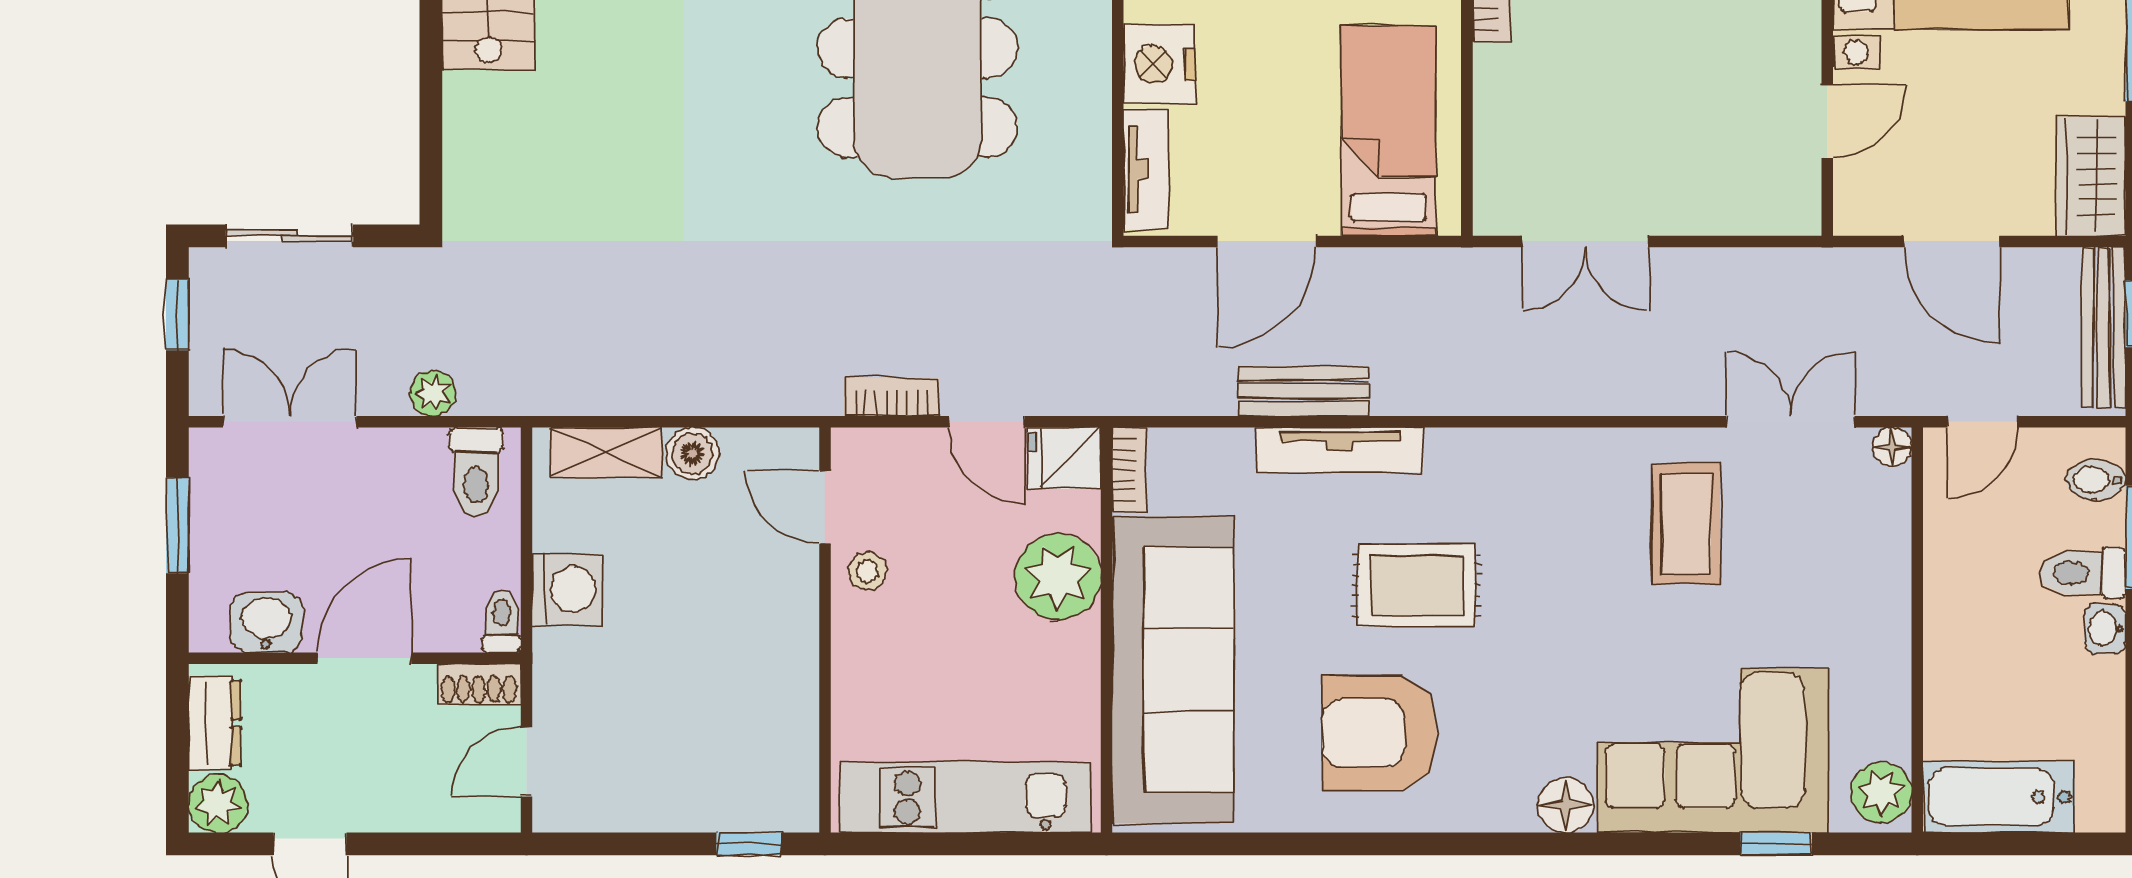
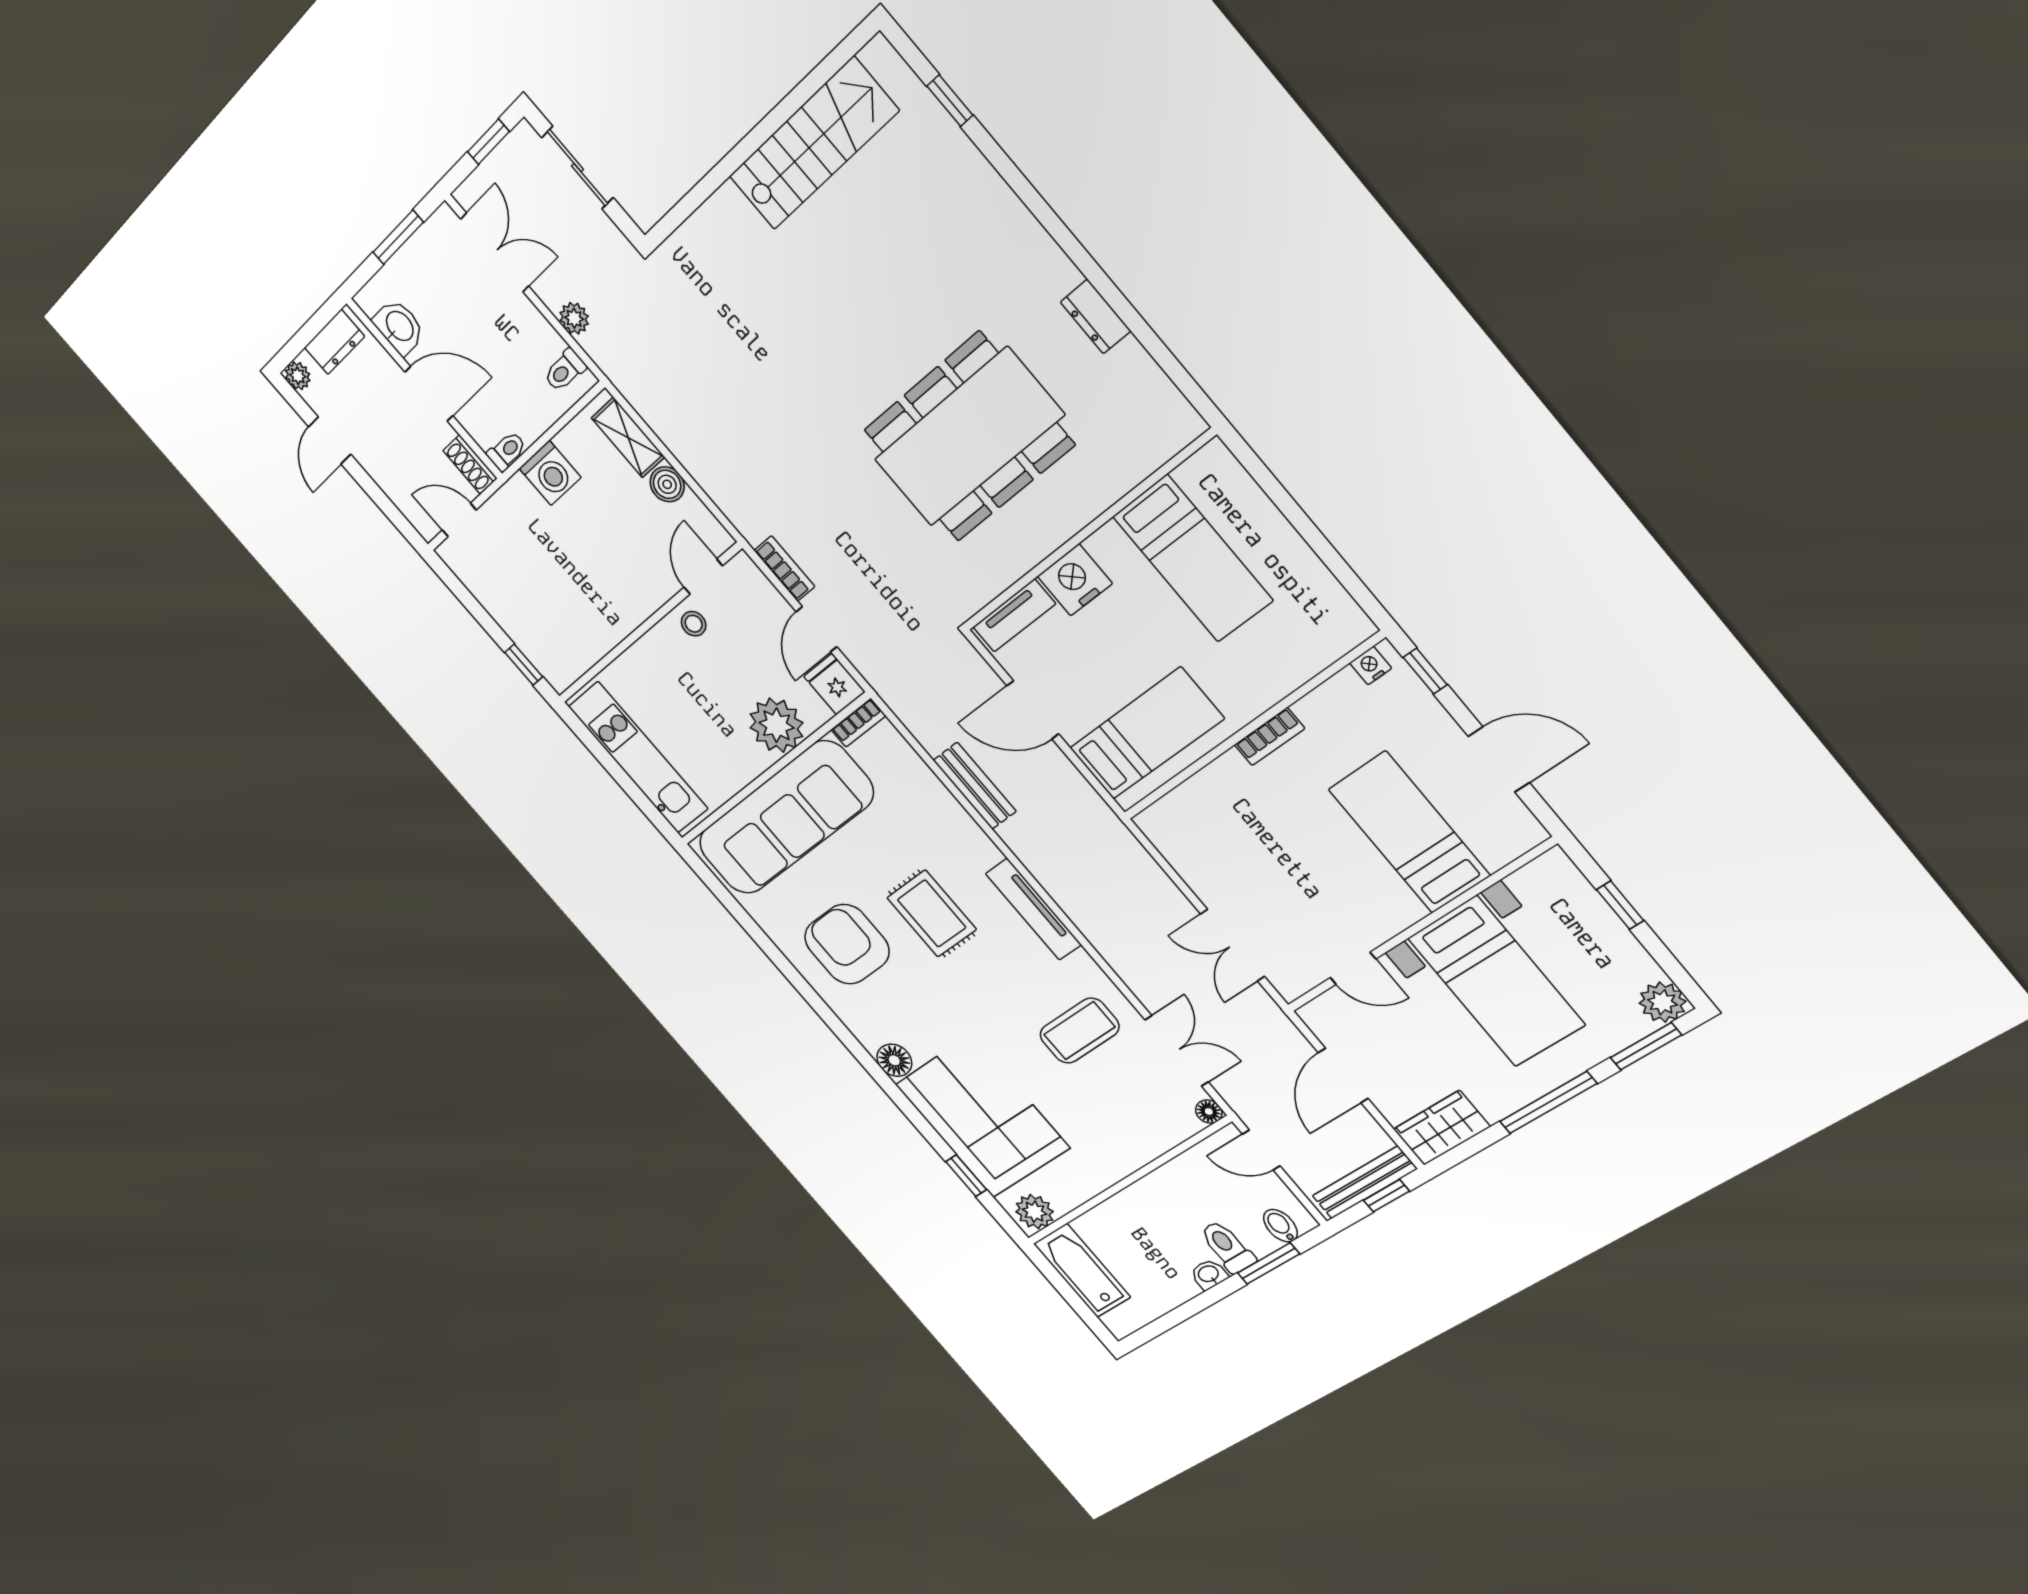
double door: (1585, 241) -> (1233, 945), moved
tv unit: (1340, 450) -> (1033, 909), moved
toilet: (476, 472) -> (565, 370), width x0.73, depth x0.72
plant: (218, 803) -> (298, 376), width x0.73, depth x0.73

